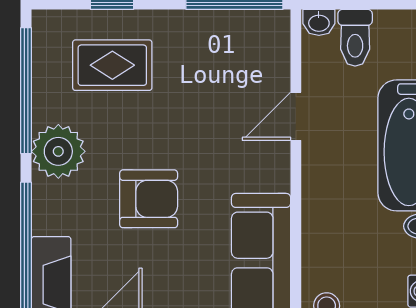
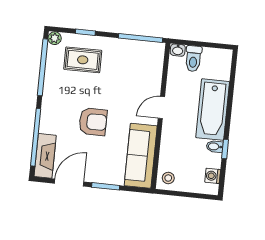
door: (296, 116) -> (161, 108), moved
plant: (58, 151) -> (55, 38), moved, width x0.53, depth x0.53

